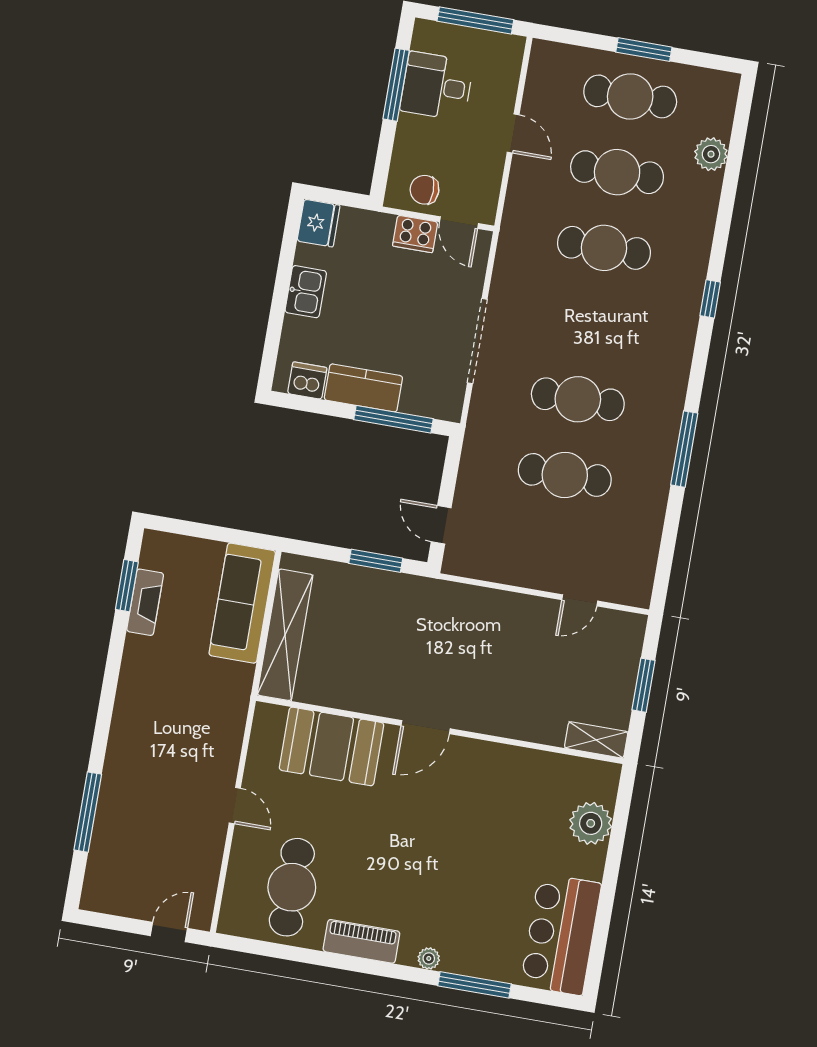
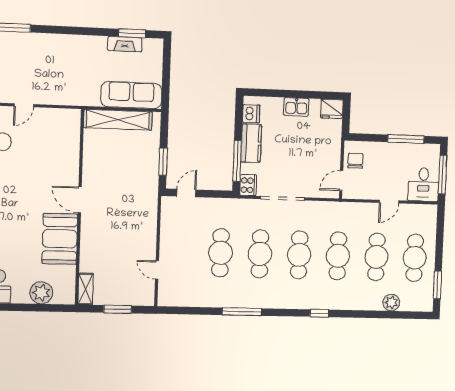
window: (644, 50) -> (437, 285), moved
desk: (437, 86) -> (423, 184), moved, turned 180
cooker: (415, 234) -> (248, 185), moved, turned 180
cafe table: (591, 324) -> (299, 255), added
booth: (332, 746) -> (60, 239), moved

